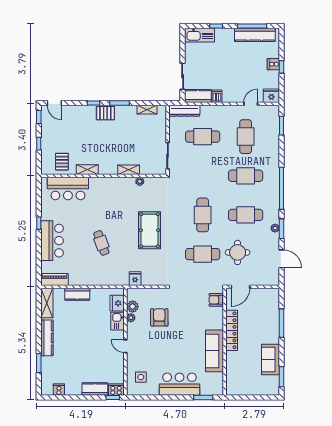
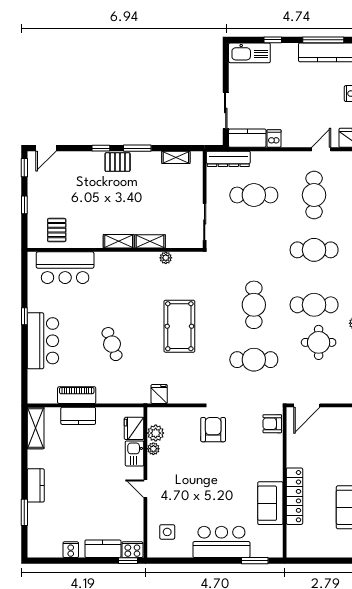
door: (54, 103) -> (46, 148), hinge flipped
shelving: (87, 170) -> (119, 241), moved
round table: (238, 252) -> (319, 342), moved
piano: (54, 279) -> (77, 395), moved
armchair: (159, 317) -> (213, 430), moved
locker: (232, 330) -> (294, 496), moved
kitchen counter: (47, 338) -> (36, 485), width x0.67
sofa: (214, 351) -> (270, 503), width x0.73
cooker: (59, 390) -> (71, 550), moved

